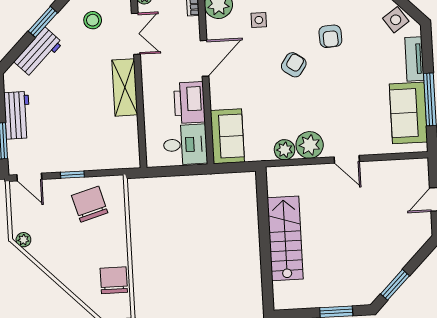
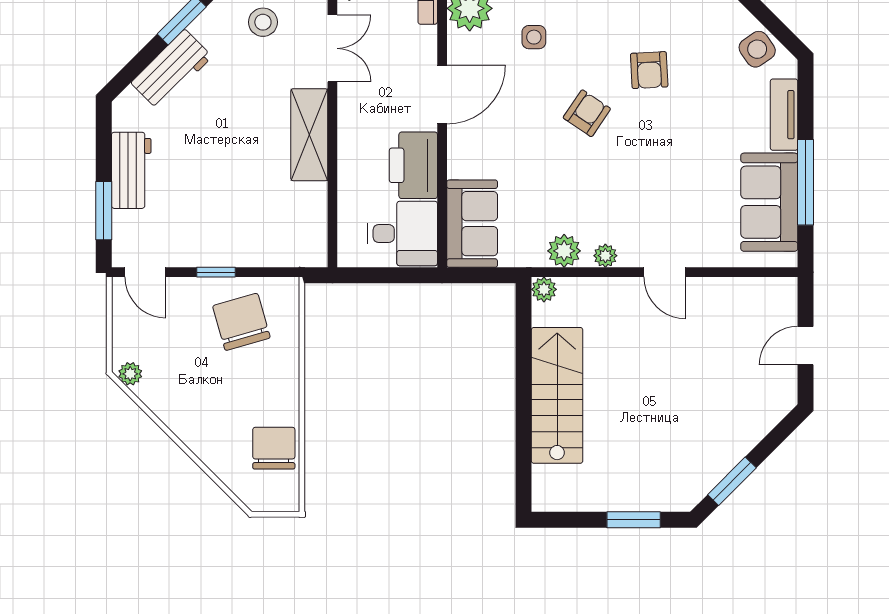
plant: (310, 145) -> (605, 256), width x0.53, depth x0.53
plant: (274, 174) -> (544, 289), added

